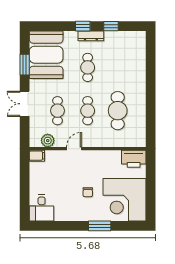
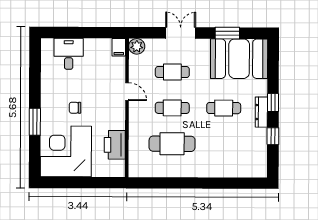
plant: (48, 141) -> (137, 46), moved
printer: (134, 159) -> (115, 145), moved
desk: (42, 208) -> (69, 54), moved, turned 90

